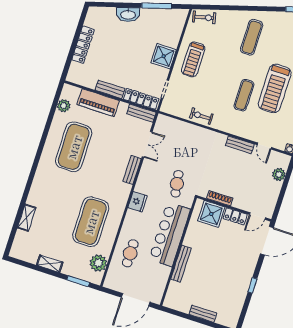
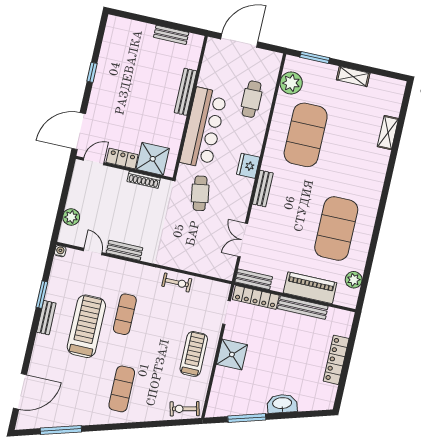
bench: (110, 89) -> (303, 307), width x1.36
bench: (132, 170) -> (263, 189), moved
bench: (203, 314) -> (171, 35), moved

